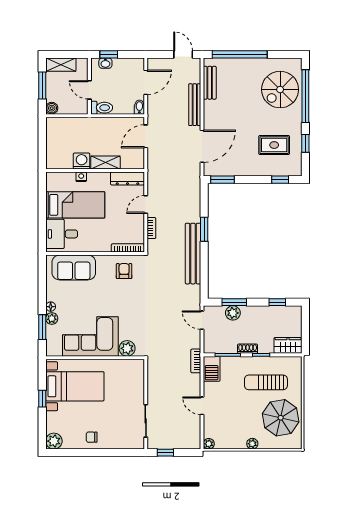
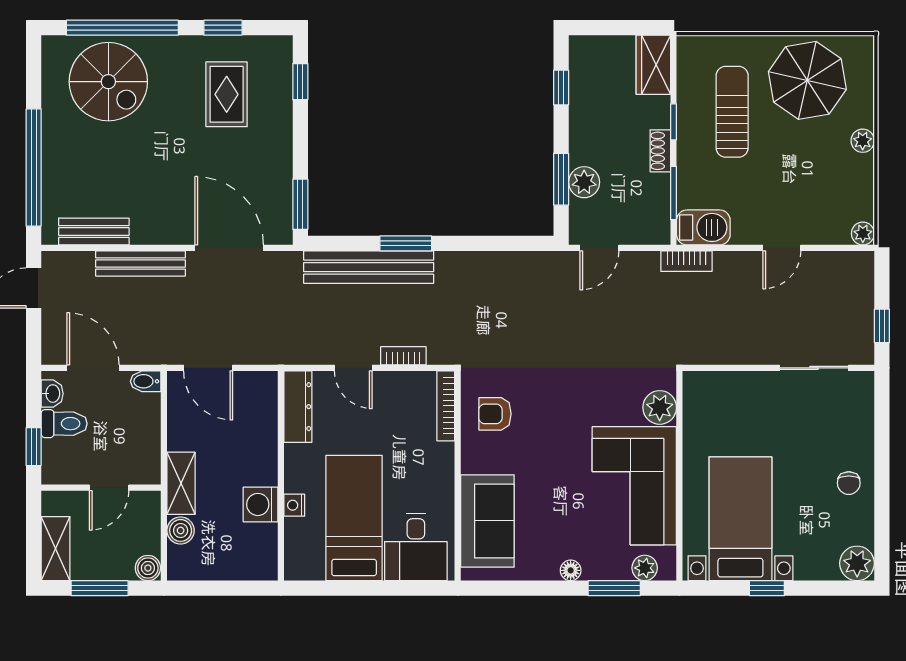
washbasin: (105, 63) -> (52, 394), moved
toilet: (102, 108) -> (64, 424), moved, turned 90
boiler: (69, 123) -> (181, 530), added
shelving: (105, 163) -> (181, 483), moved
bench: (193, 254) -> (369, 267), moved
plant: (52, 318) -> (645, 568), moved
sun lounger: (266, 382) -> (732, 112), turned 180

